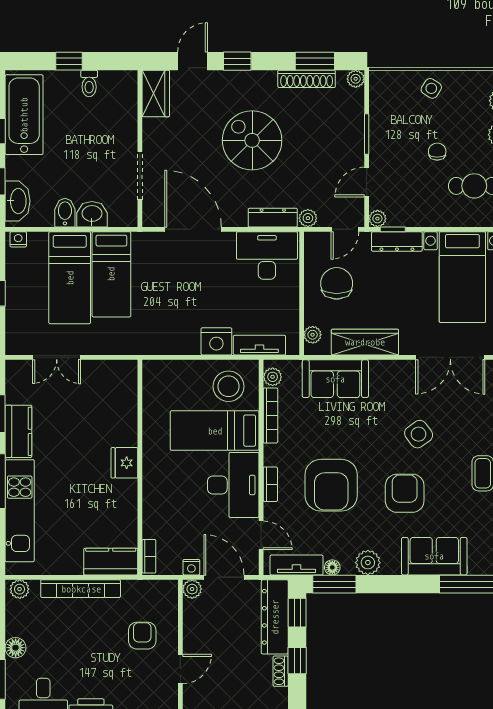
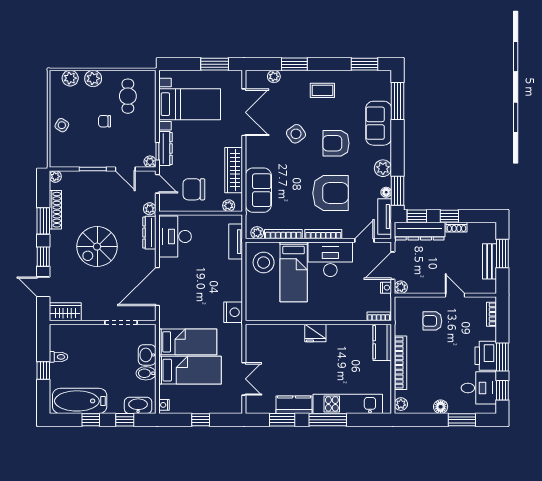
window: (315, 61) -> (43, 221), moved
nightstand: (216, 341) -> (233, 312), moved
bookcase: (270, 484) -> (323, 234), width x1.56

